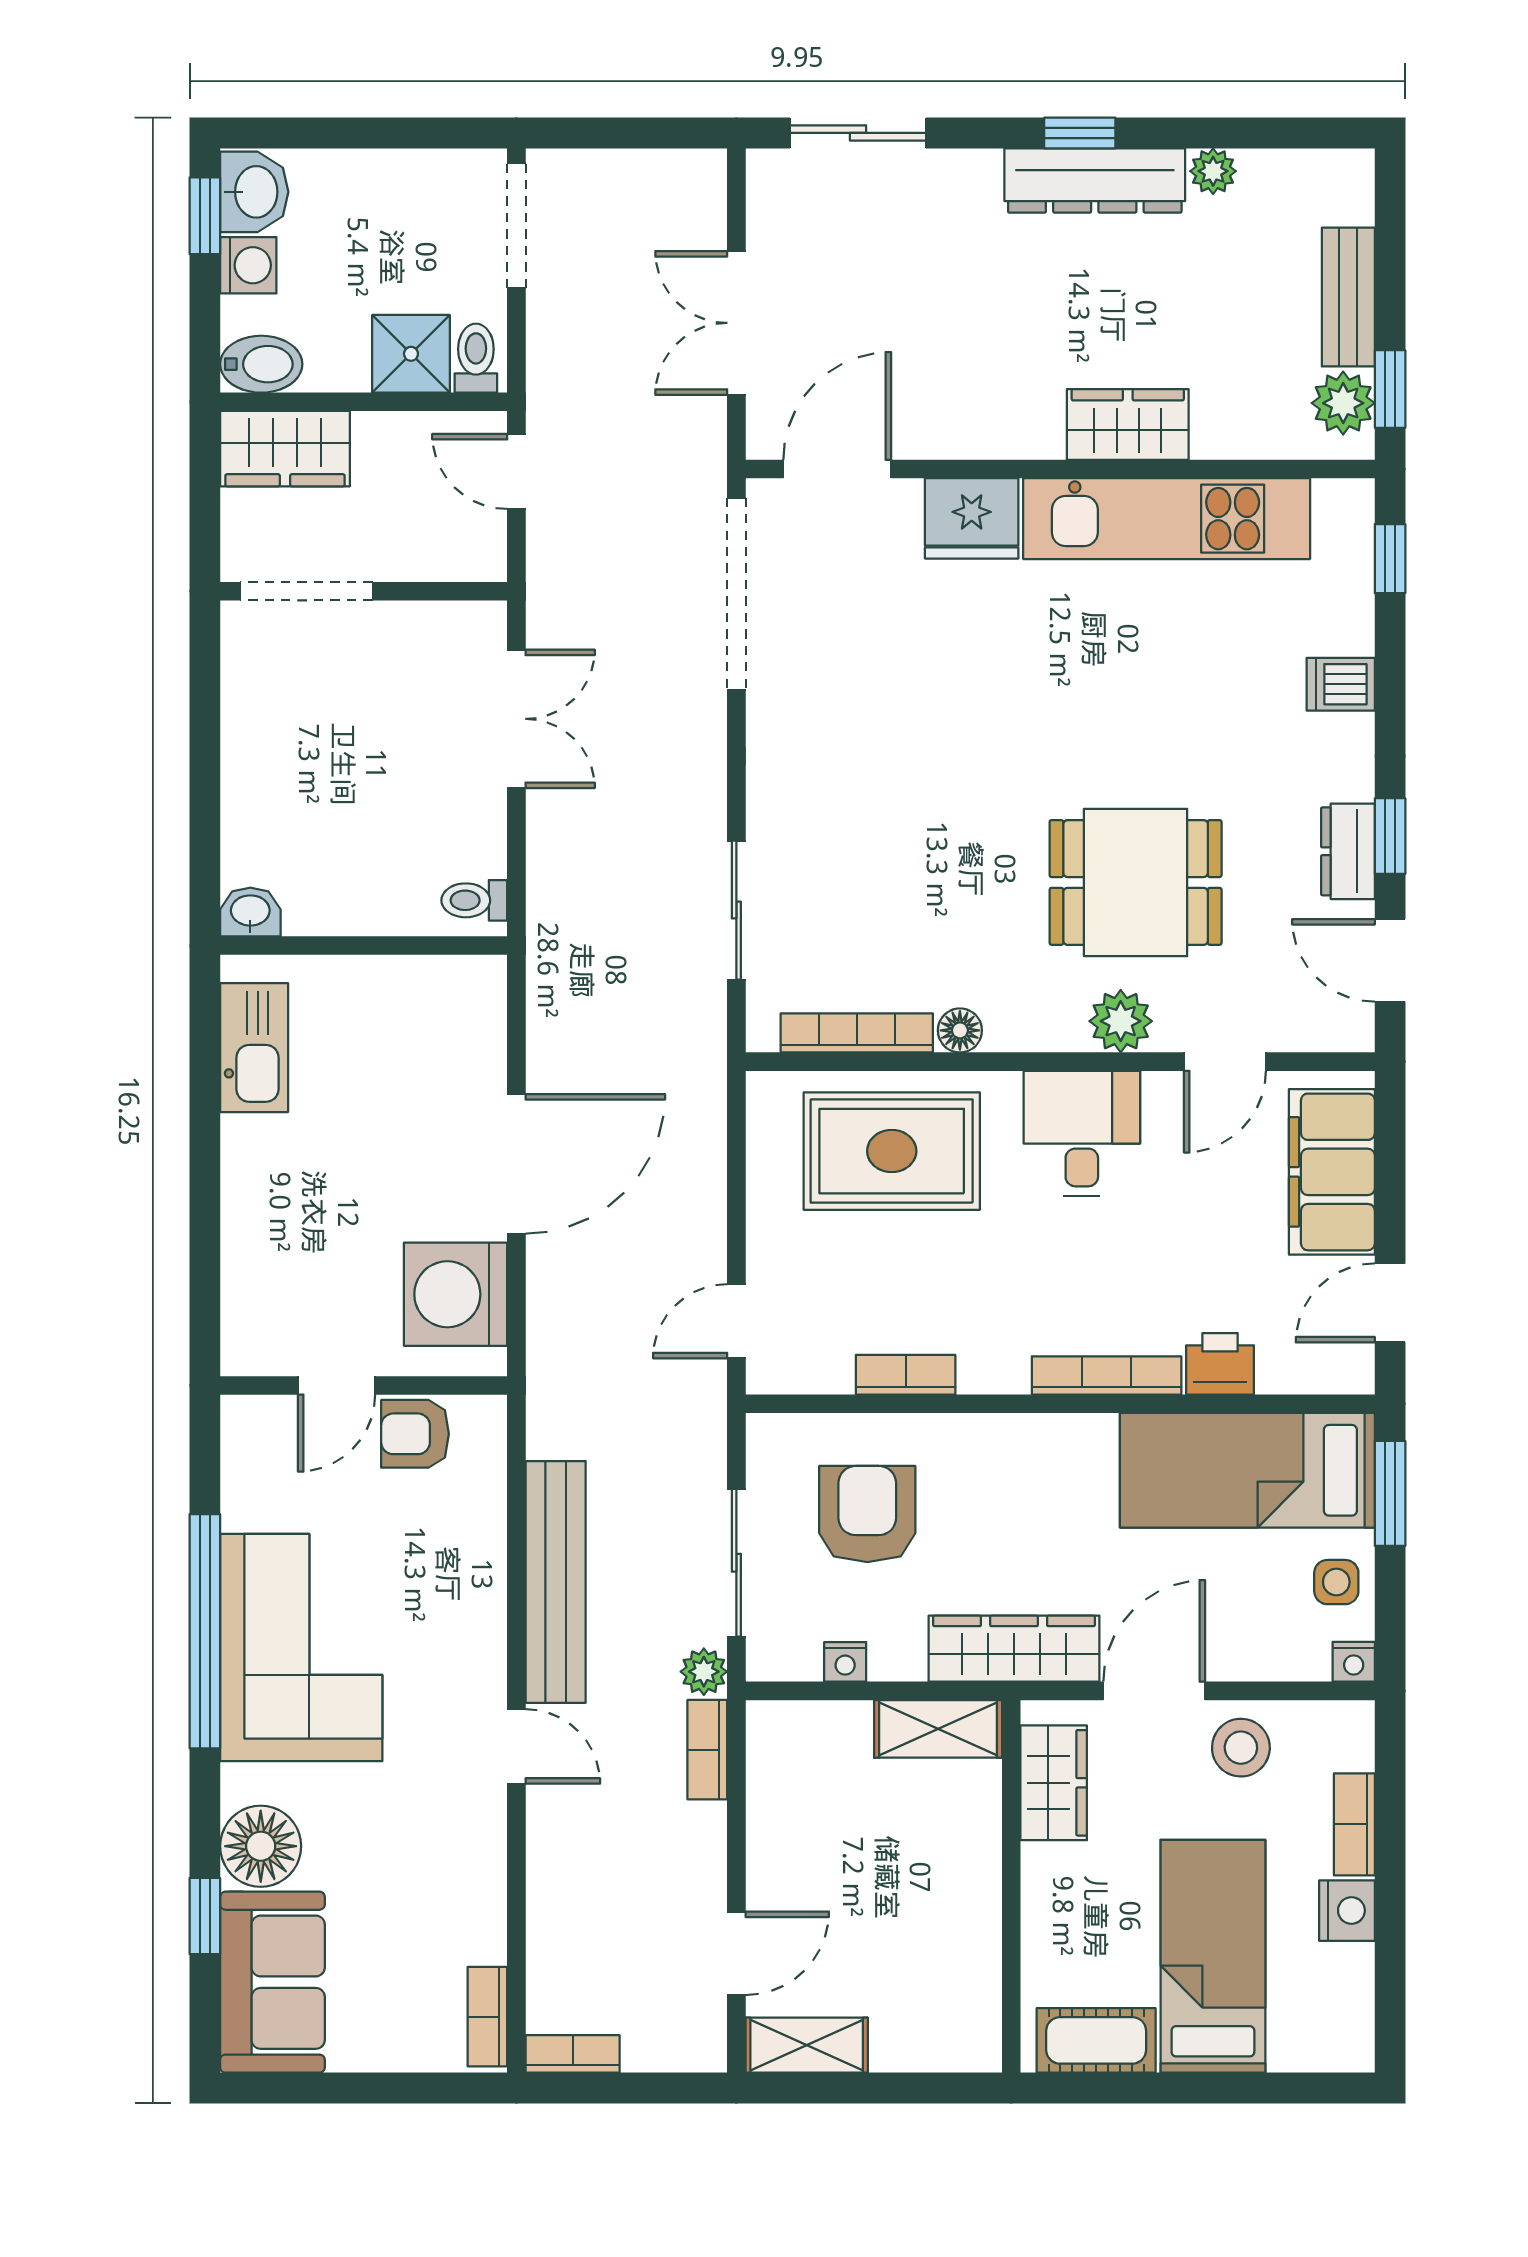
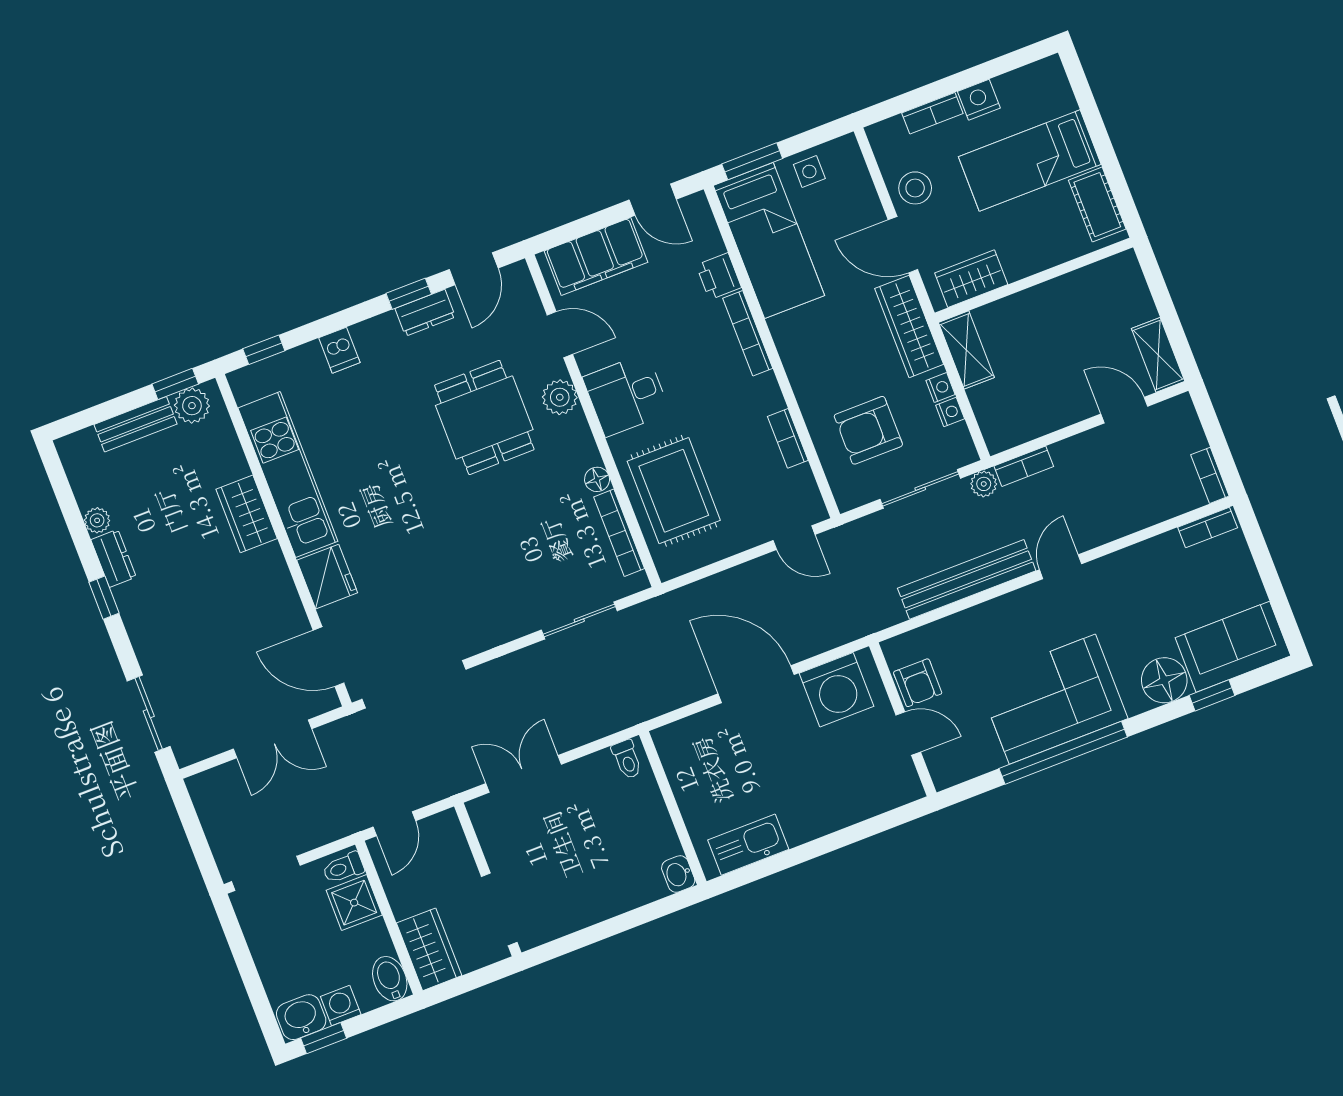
dresser: (1095, 180) -> (114, 558), width x0.51, depth x0.80
nightstand: (1354, 1662) -> (941, 387), moved

